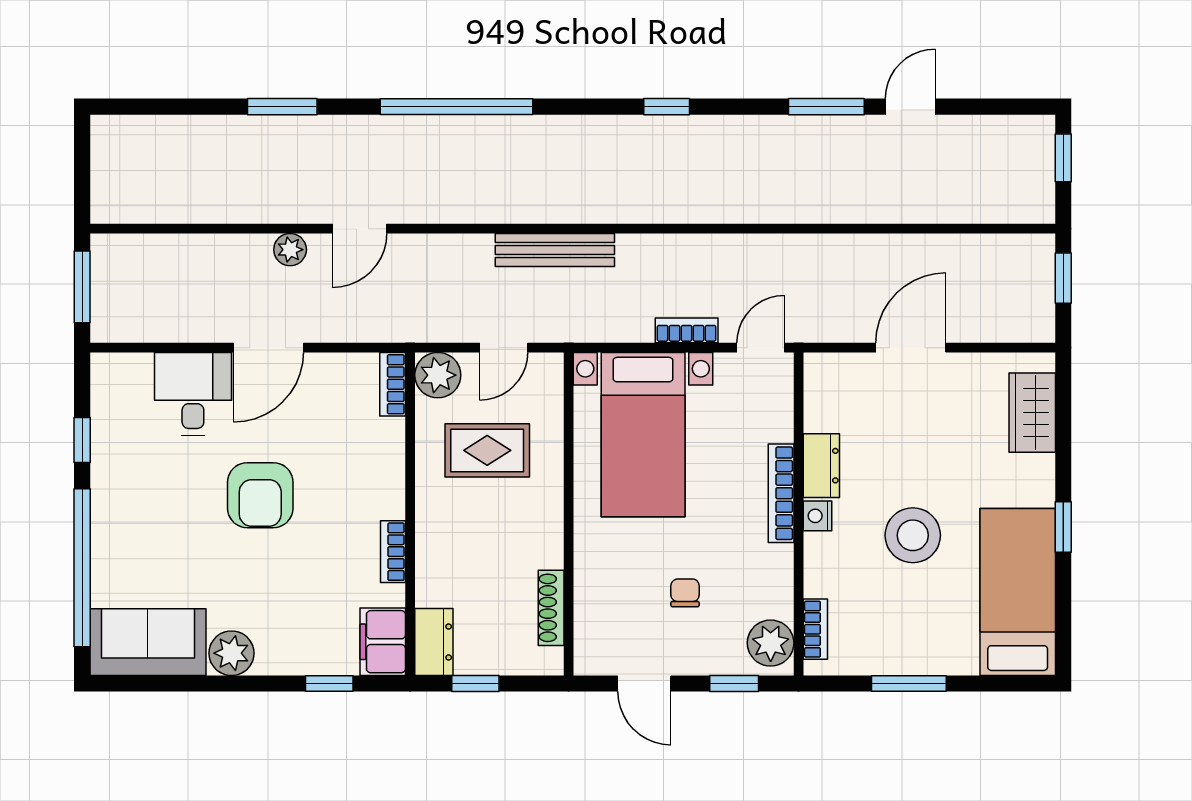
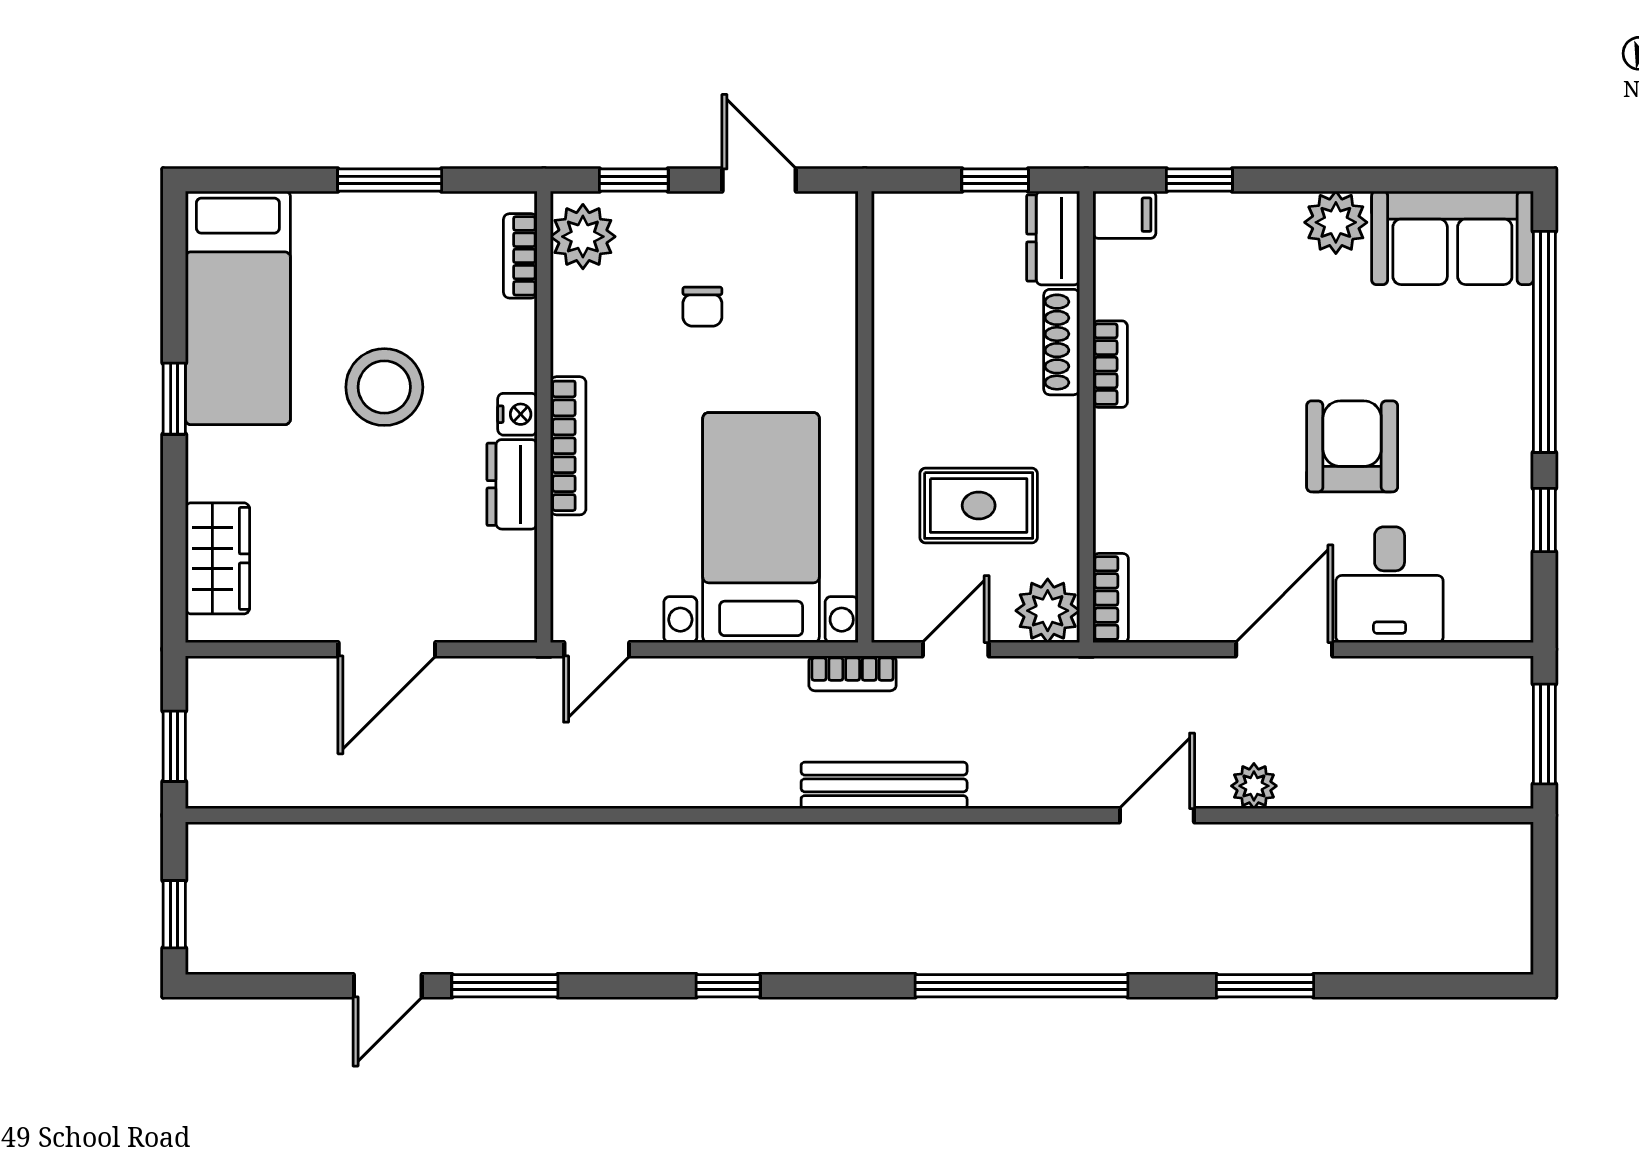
bookcase: (687, 330) -> (853, 673), moved
armchair: (260, 495) -> (1352, 446), moved
shoe rack: (551, 608) -> (1062, 342), moved, turned 180
filing cabinet: (383, 642) -> (1124, 215), width x0.50

